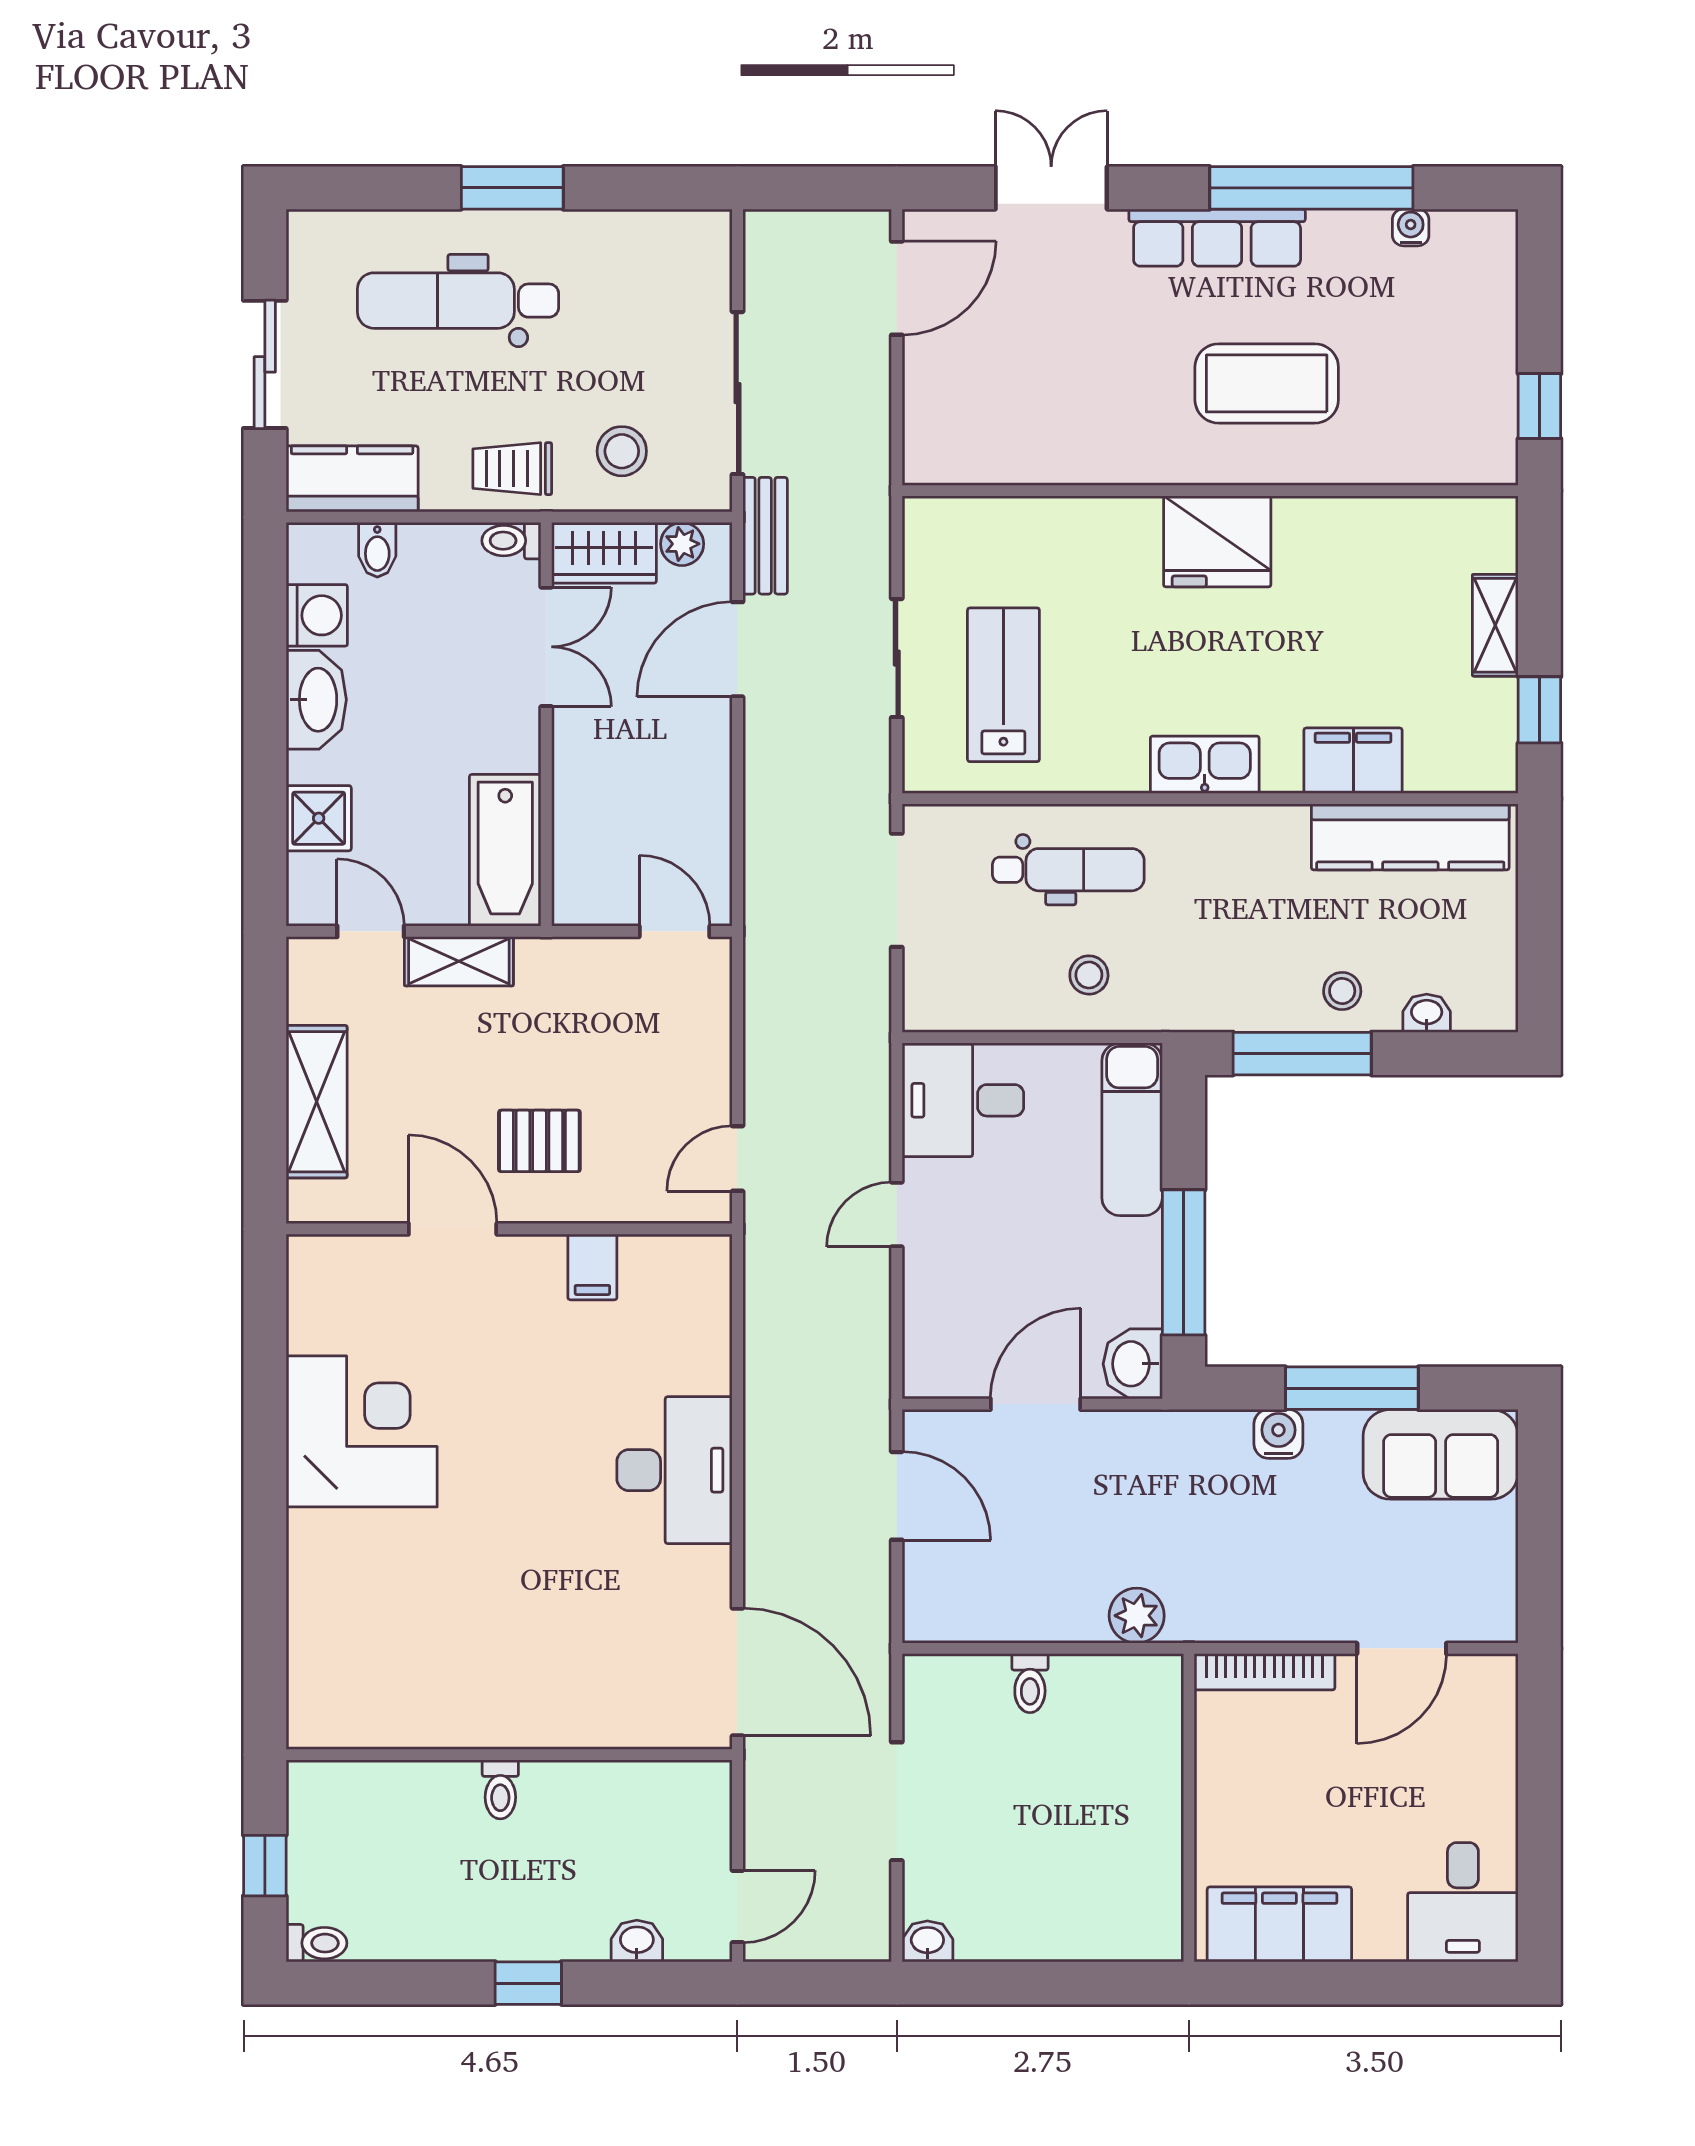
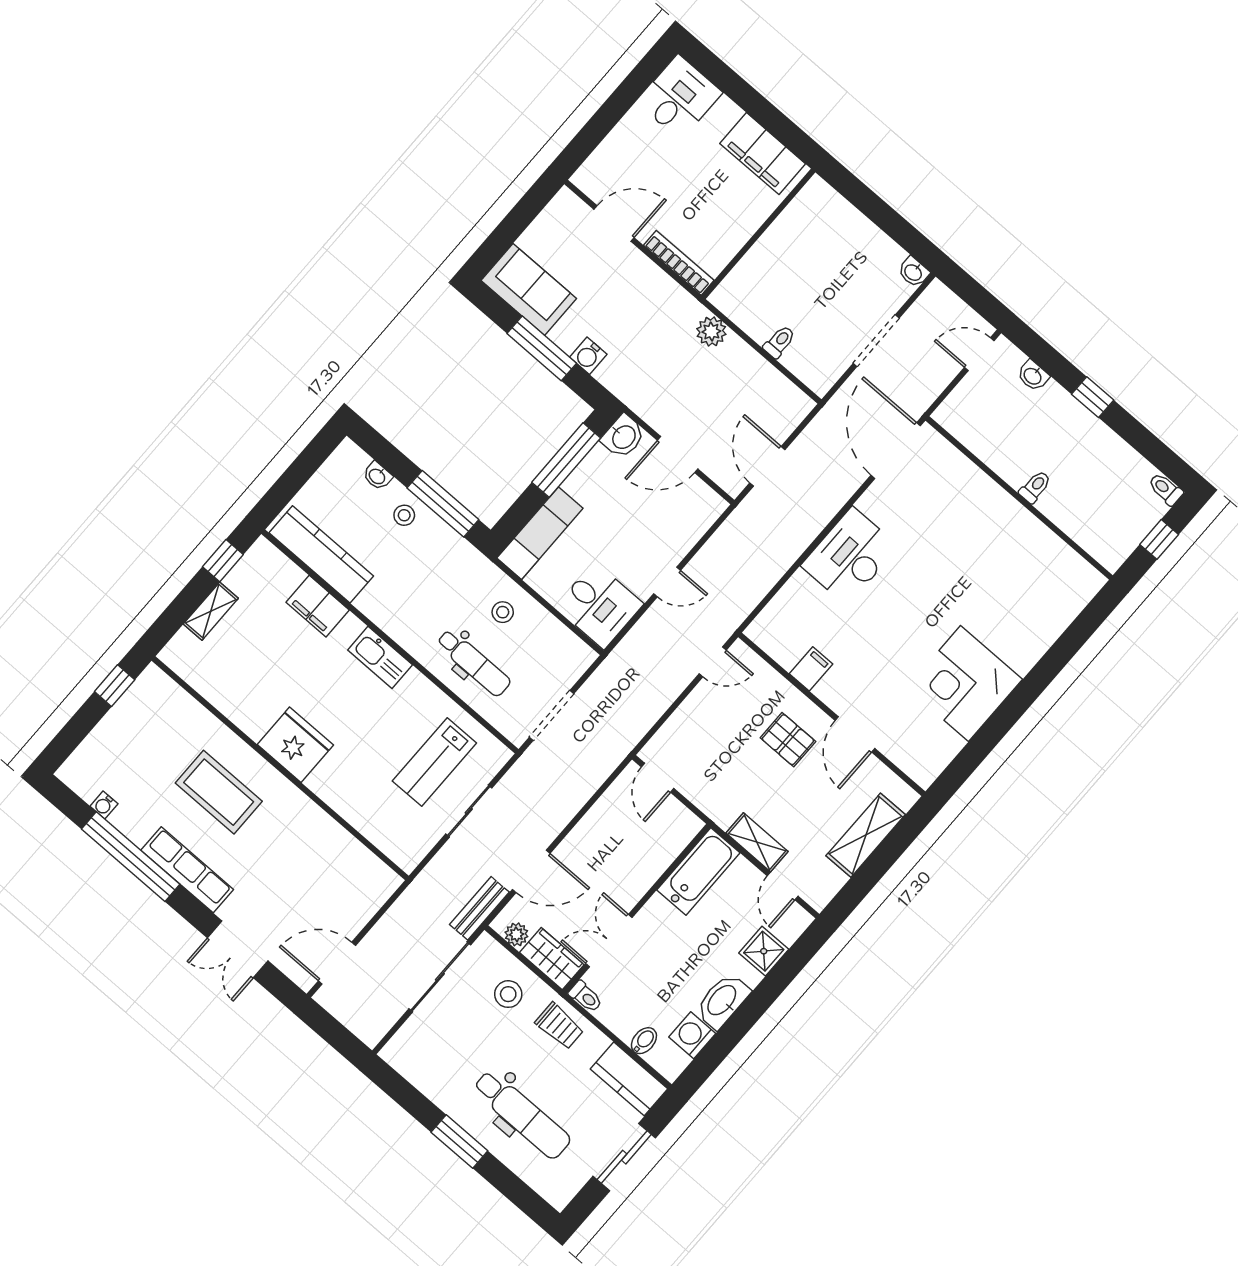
dental chair: (1068, 870) -> (474, 663), turned 180

